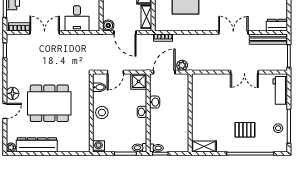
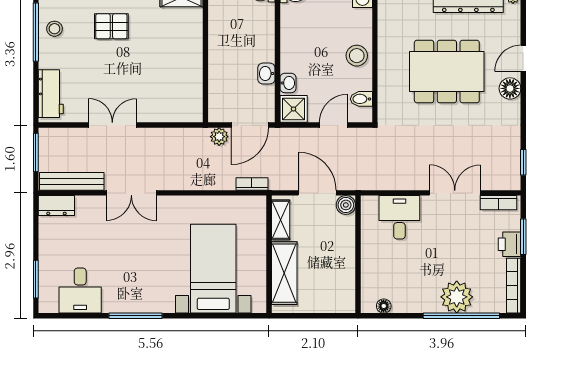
double door: (45, 33) -> (455, 193), swing flipped
washbasin: (142, 112) -> (288, 83), moved

